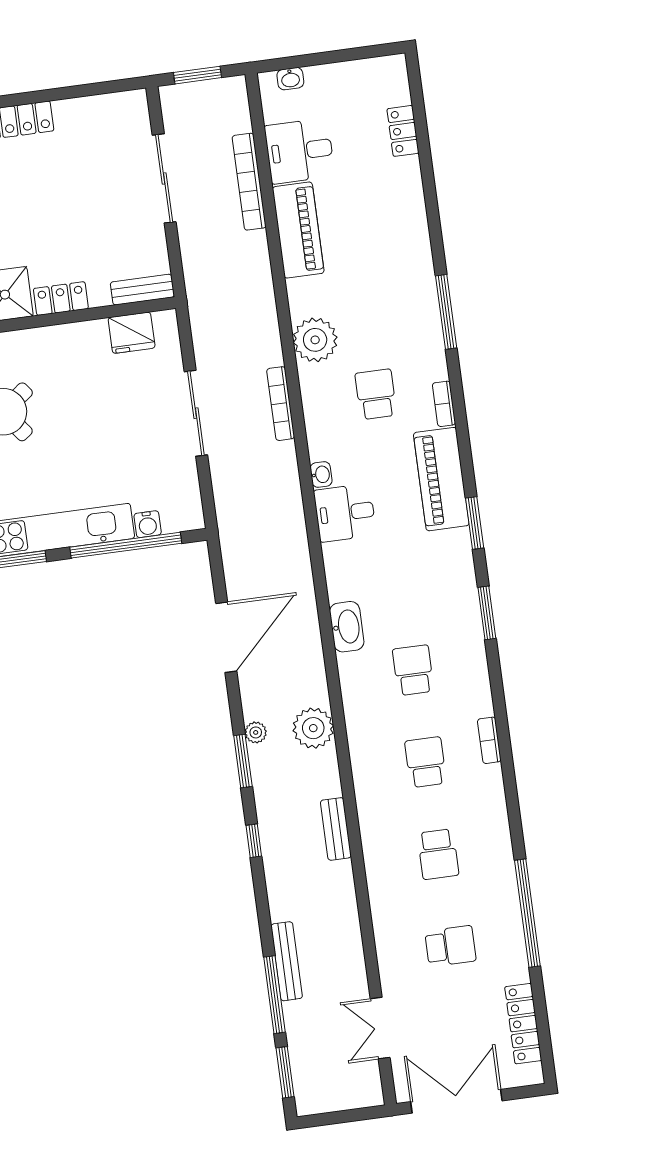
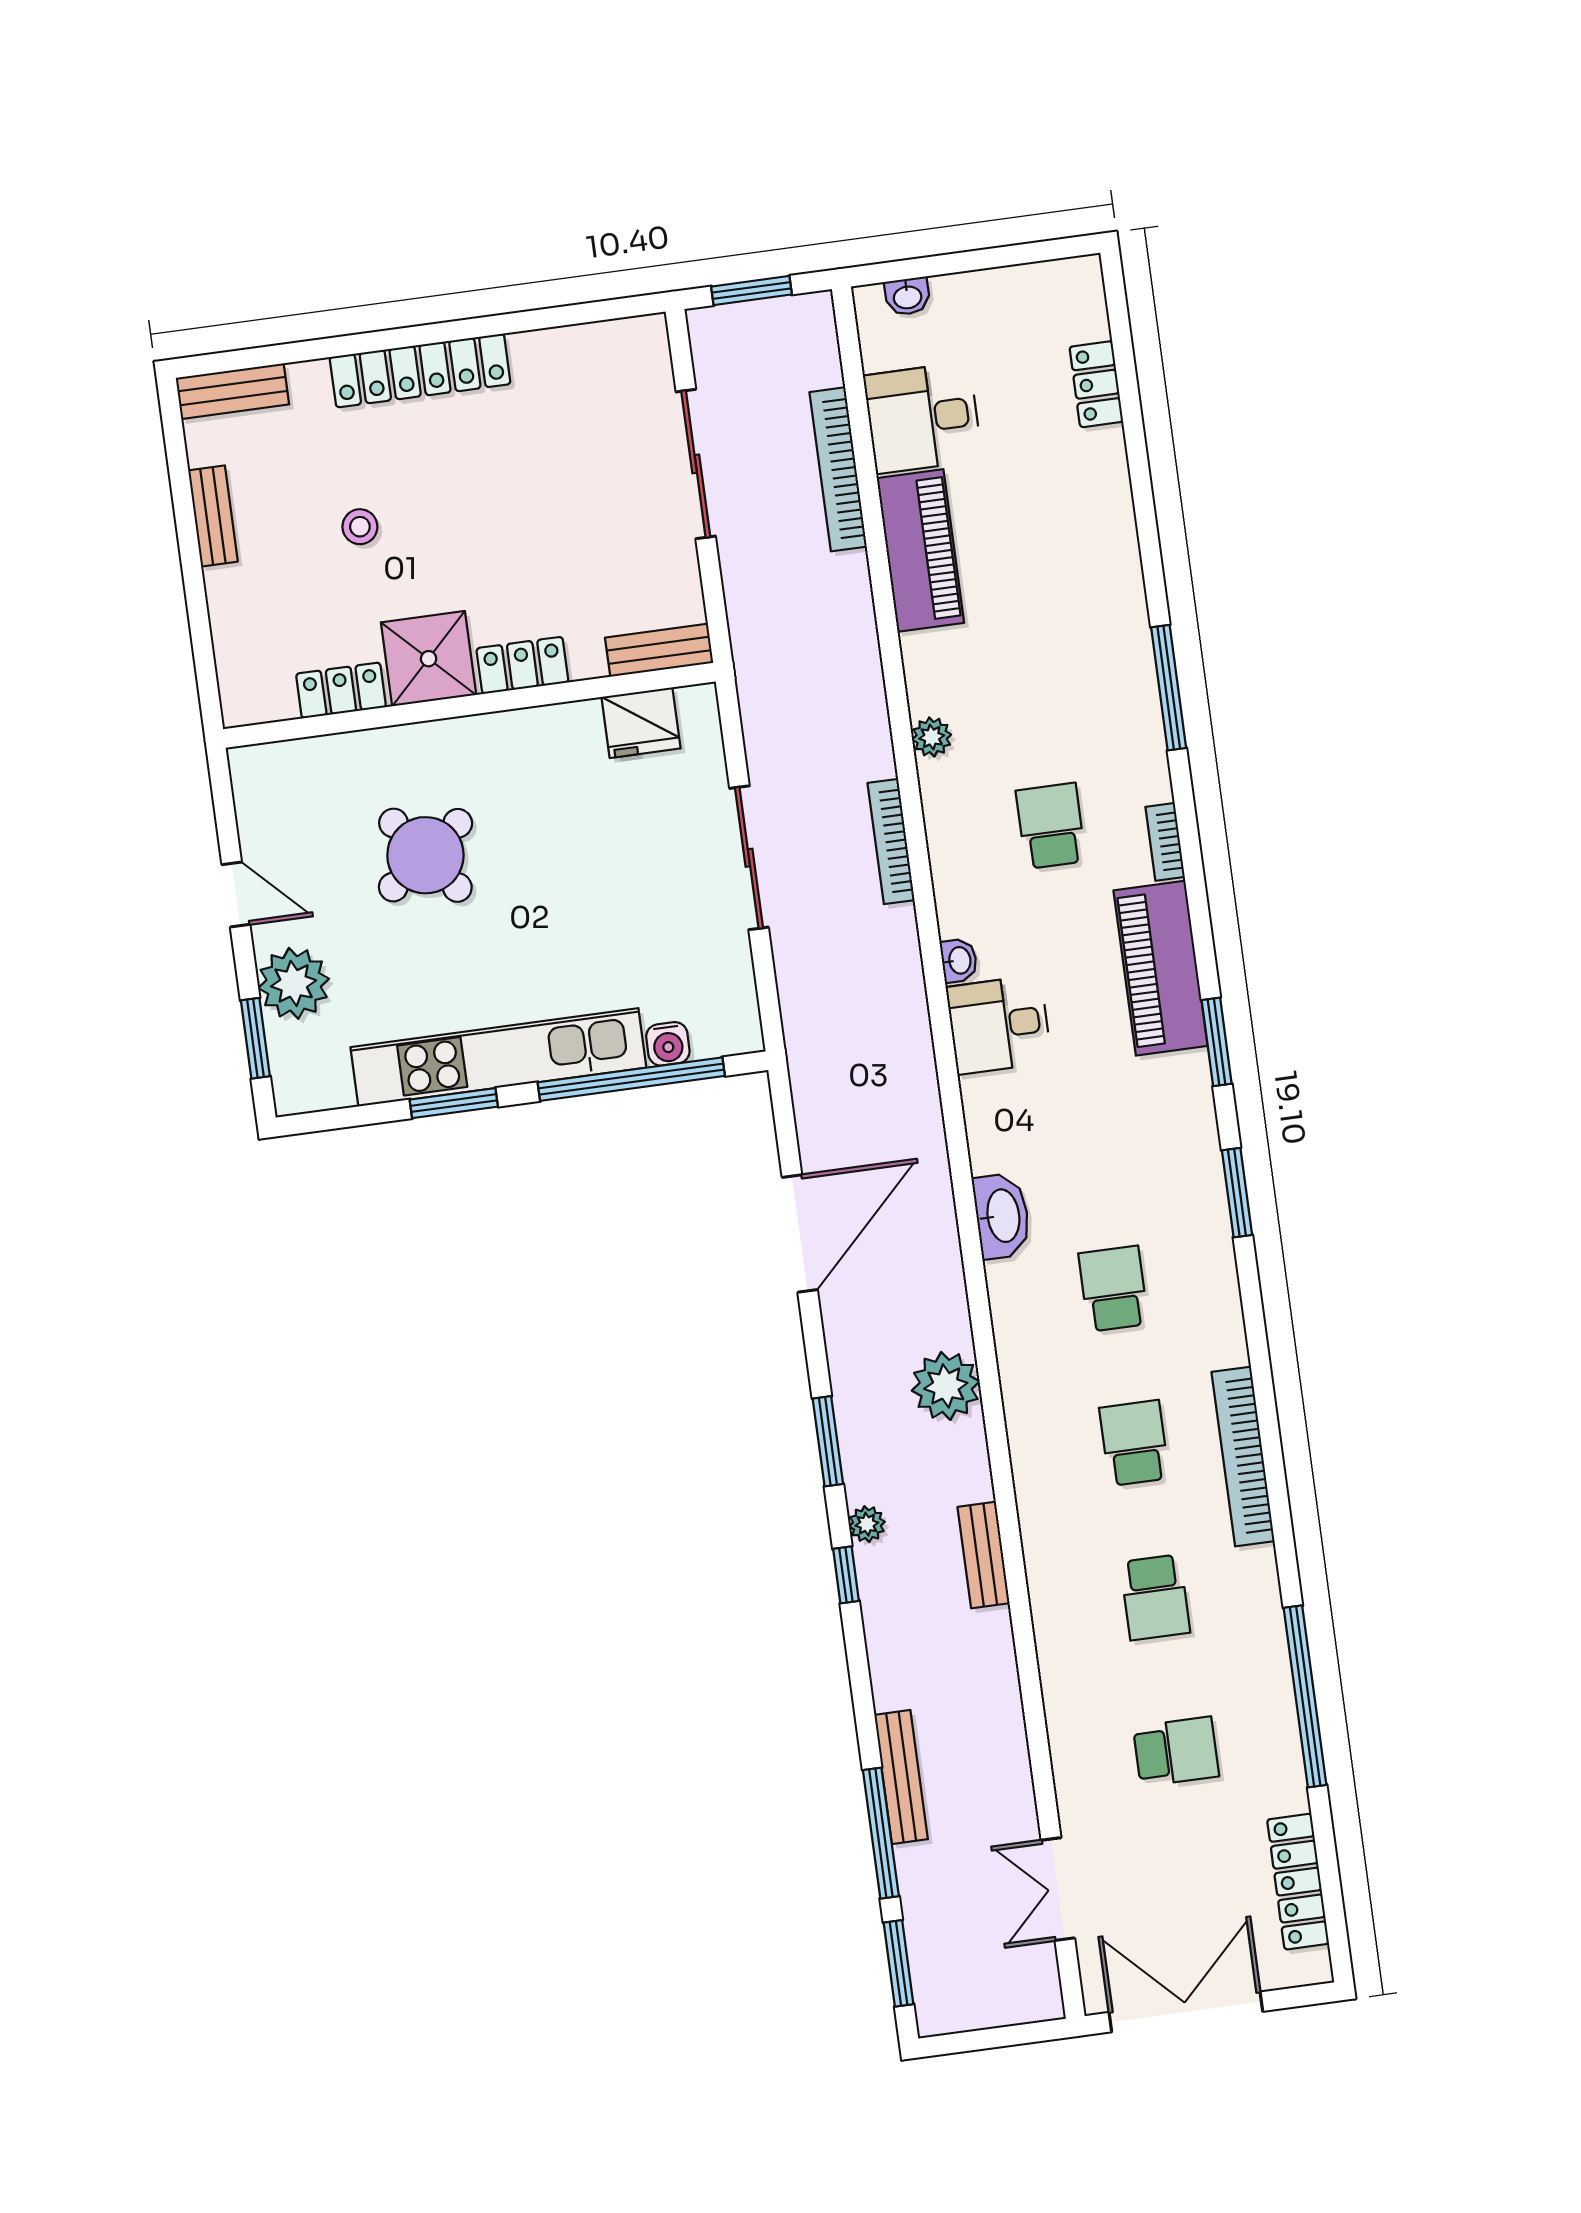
plant: (315, 340) -> (932, 737), width x0.53, depth x0.53
plant: (256, 732) -> (867, 1524), moved
bookcase: (489, 740) -> (1243, 1456), width x2.31, depth x1.31

